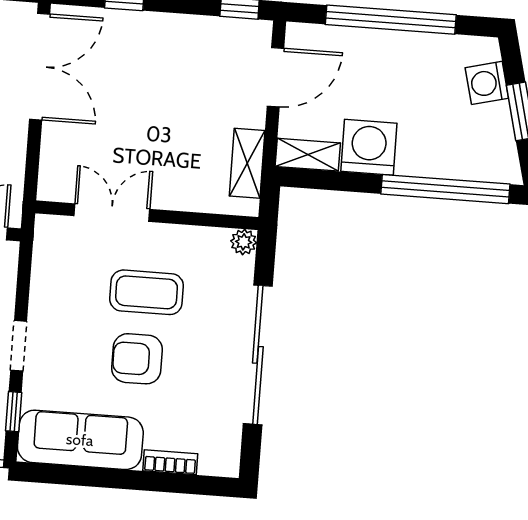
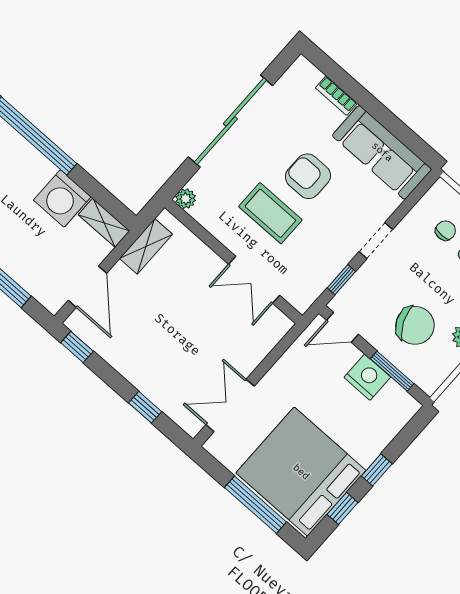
double door: (40, 67) -> (230, 405), width x0.73
door: (275, 77) -> (87, 287), swing flipped
armchair: (137, 359) -> (308, 176), turned 180
window: (14, 412) -> (341, 280), moved

